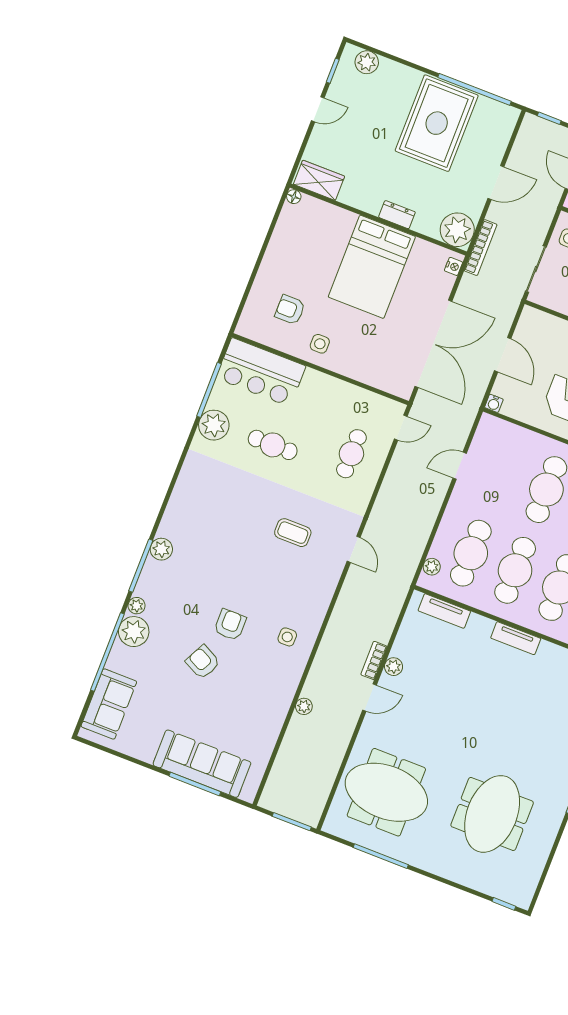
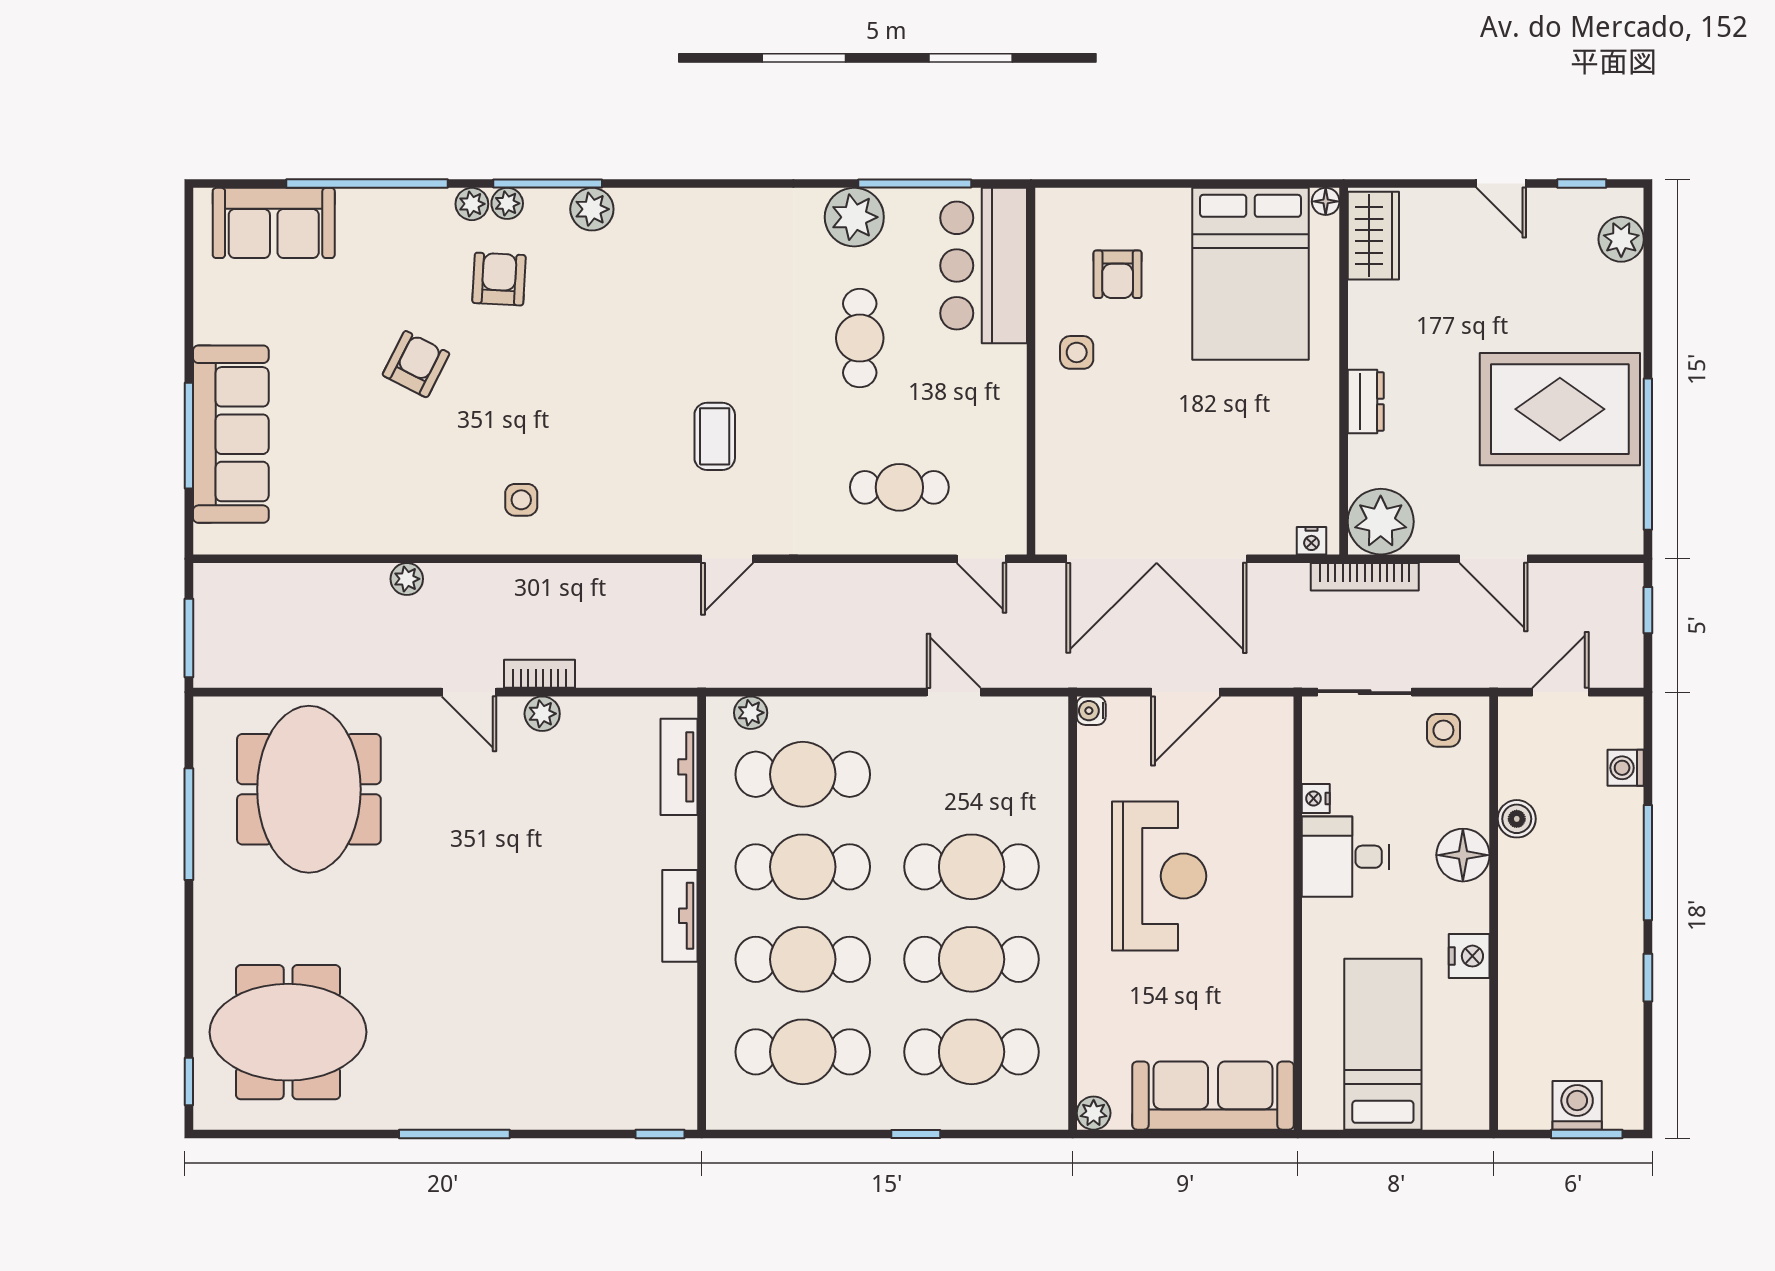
bed: (372, 267) -> (1250, 274), moved, turned -90
armchair: (290, 310) -> (1118, 274), turned 180
armchair: (230, 625) -> (499, 279), moved, turned -87
plant: (134, 632) -> (507, 203), moved, width x0.53, depth x0.53
meeting table: (492, 814) -> (288, 1032), moved

